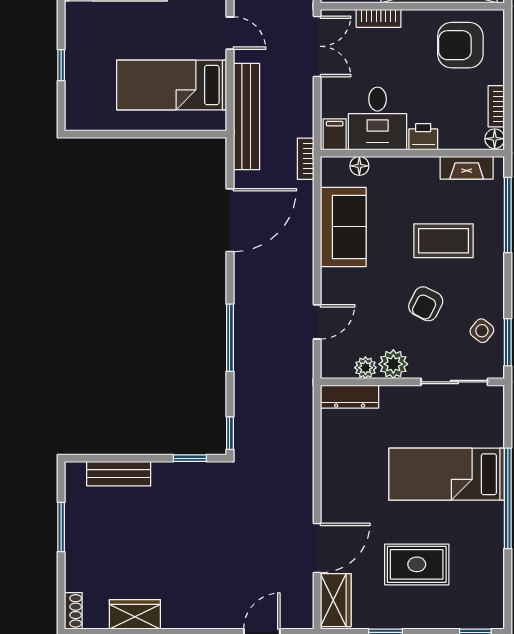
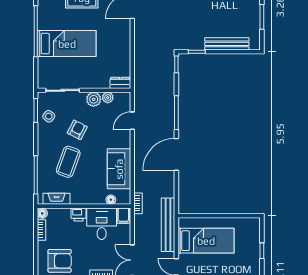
door: (230, 220) -> (176, 154), moved
coffee table: (443, 241) -> (68, 162), turned -70
dresser: (350, 397) -> (120, 83), width x0.70
bench: (119, 474) -> (227, 44), width x1.36

